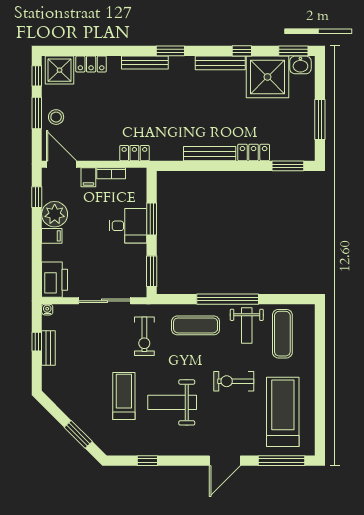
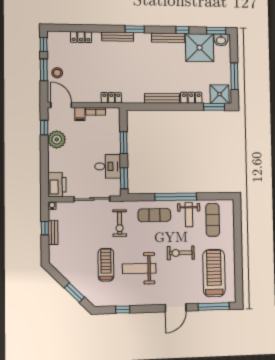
shower: (60, 70) -> (220, 94), moved
desk: (128, 226) -> (108, 166), moved
filing cabinet: (52, 236) -> (55, 154), removed

